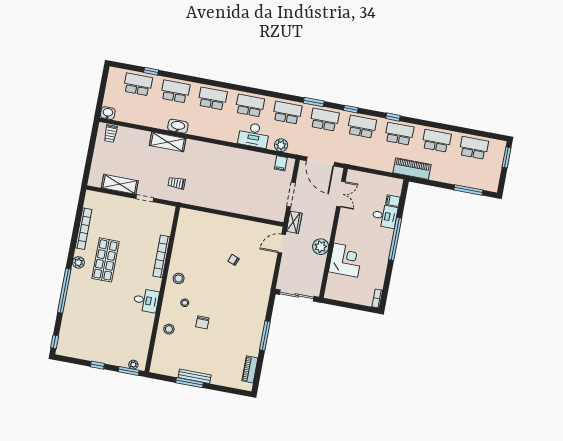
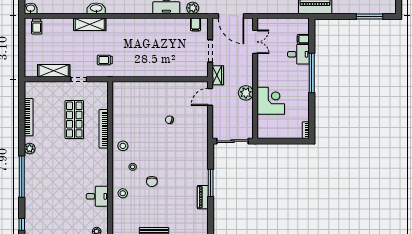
shop shelf: (105, 260) -> (74, 120), moved
desk: (146, 300) -> (97, 196), moved
piano: (250, 369) -> (203, 197), moved

